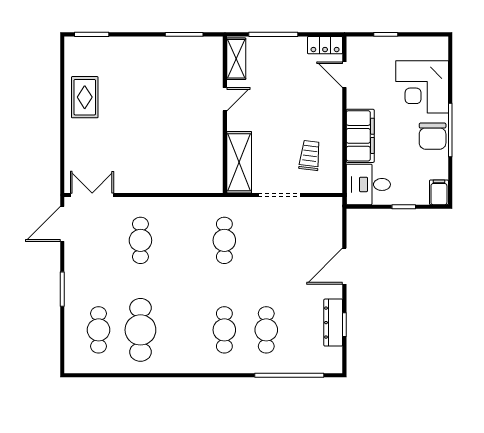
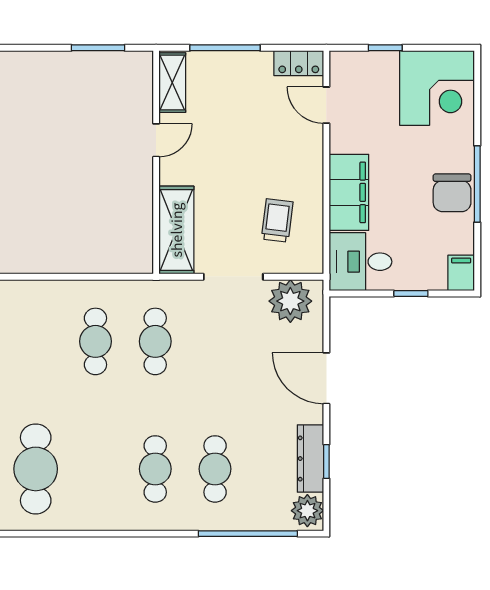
corner desk: (422, 87) -> (437, 88), moved, turned -90
plant: (319, 212) -> (290, 301), added
cafe table: (140, 240) -> (95, 341), moved
door: (344, 266) -> (326, 378), hinge flipped
plant: (331, 359) -> (307, 511), added

